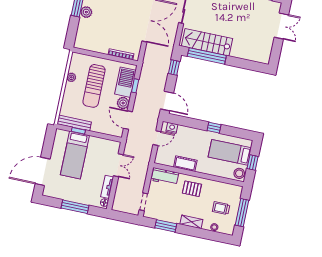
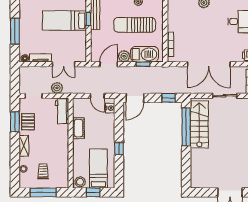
plant: (141, 177) -> (57, 88), added
pallet: (192, 189) -> (28, 122), moved

